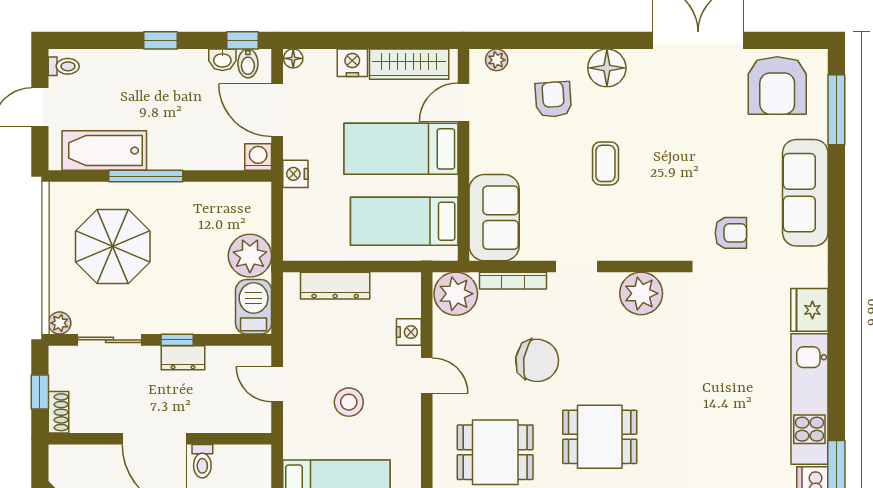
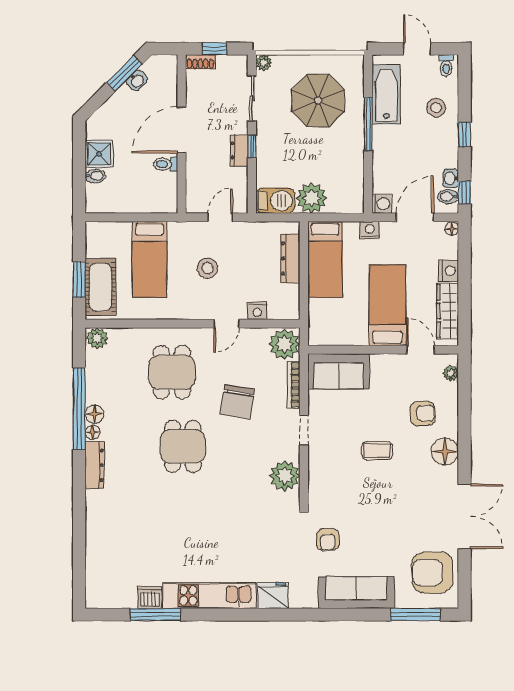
stool: (123, 81) -> (436, 108), added
bed: (404, 221) -> (325, 259), moved, turned 180

